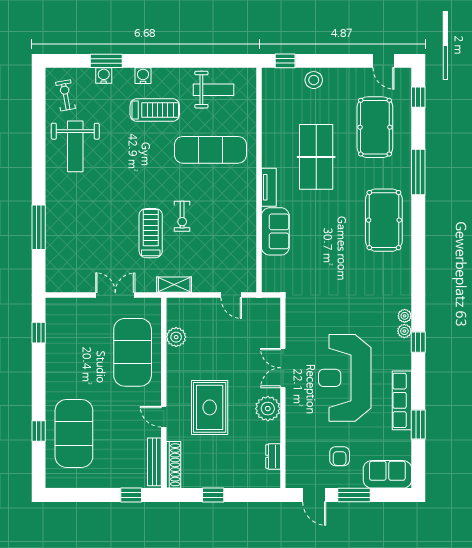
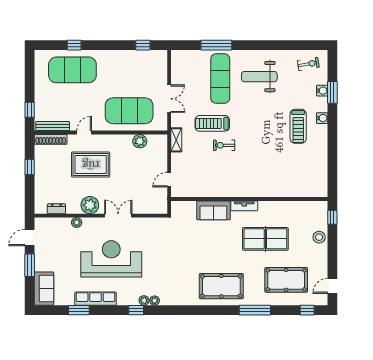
weight bench: (214, 90) -> (312, 167), removed
weight bench: (75, 146) -> (259, 77), moved
exercise mat: (210, 150) -> (220, 79), moved
treadmill: (151, 233) -> (212, 123), turned 180
plant: (293, 427) -> (77, 222), added
armchair: (340, 456) -> (57, 255), removed

